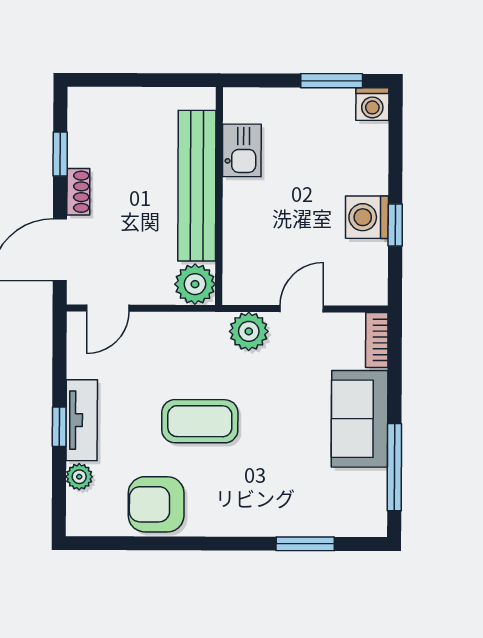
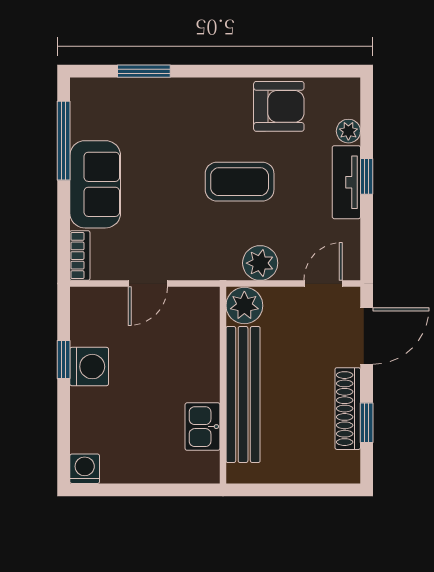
window: (332, 81) -> (121, 490), removed
shoe rack: (78, 192) -> (348, 409), width x1.94, depth x1.24
plant: (249, 331) -> (260, 263), moved

